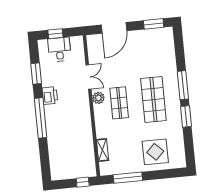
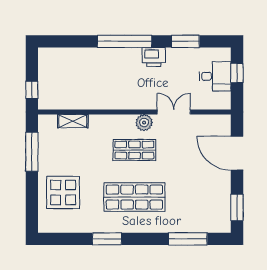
double door: (89, 77) -> (174, 112), swing flipped
window: (183, 85) -> (188, 239), moved

